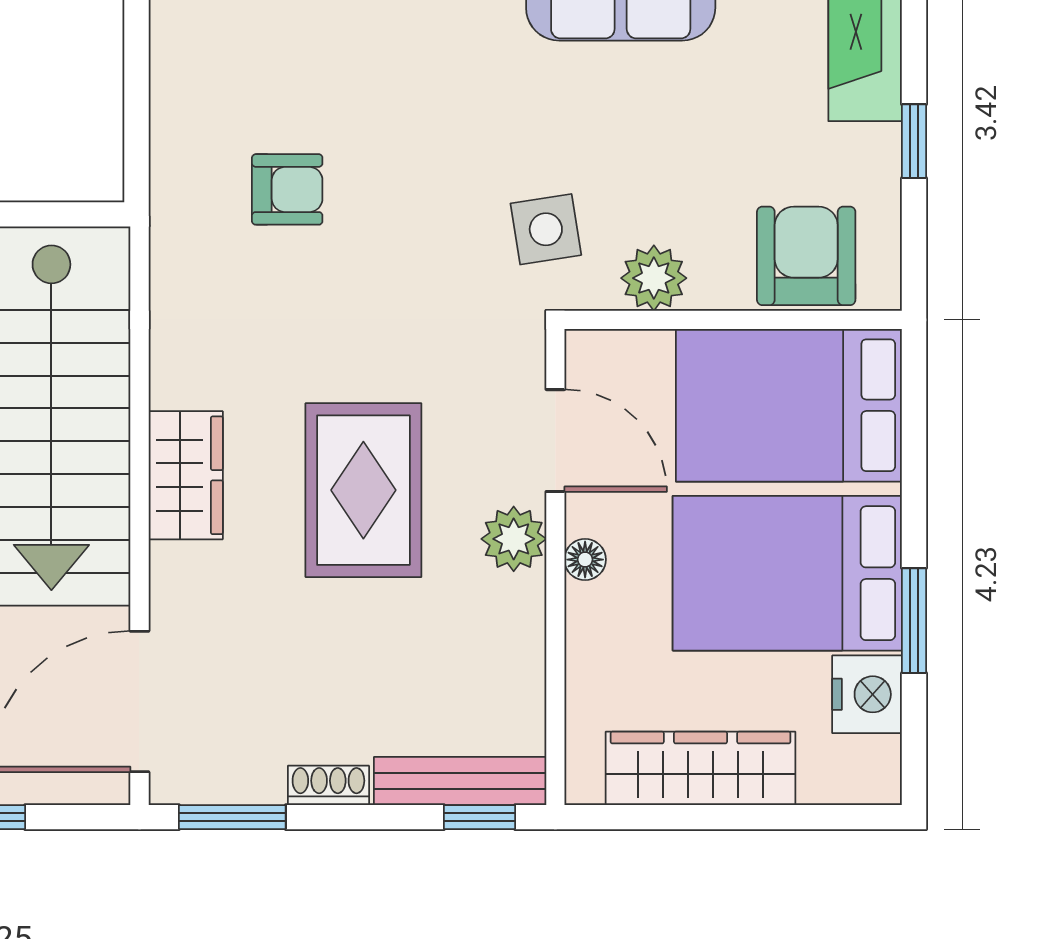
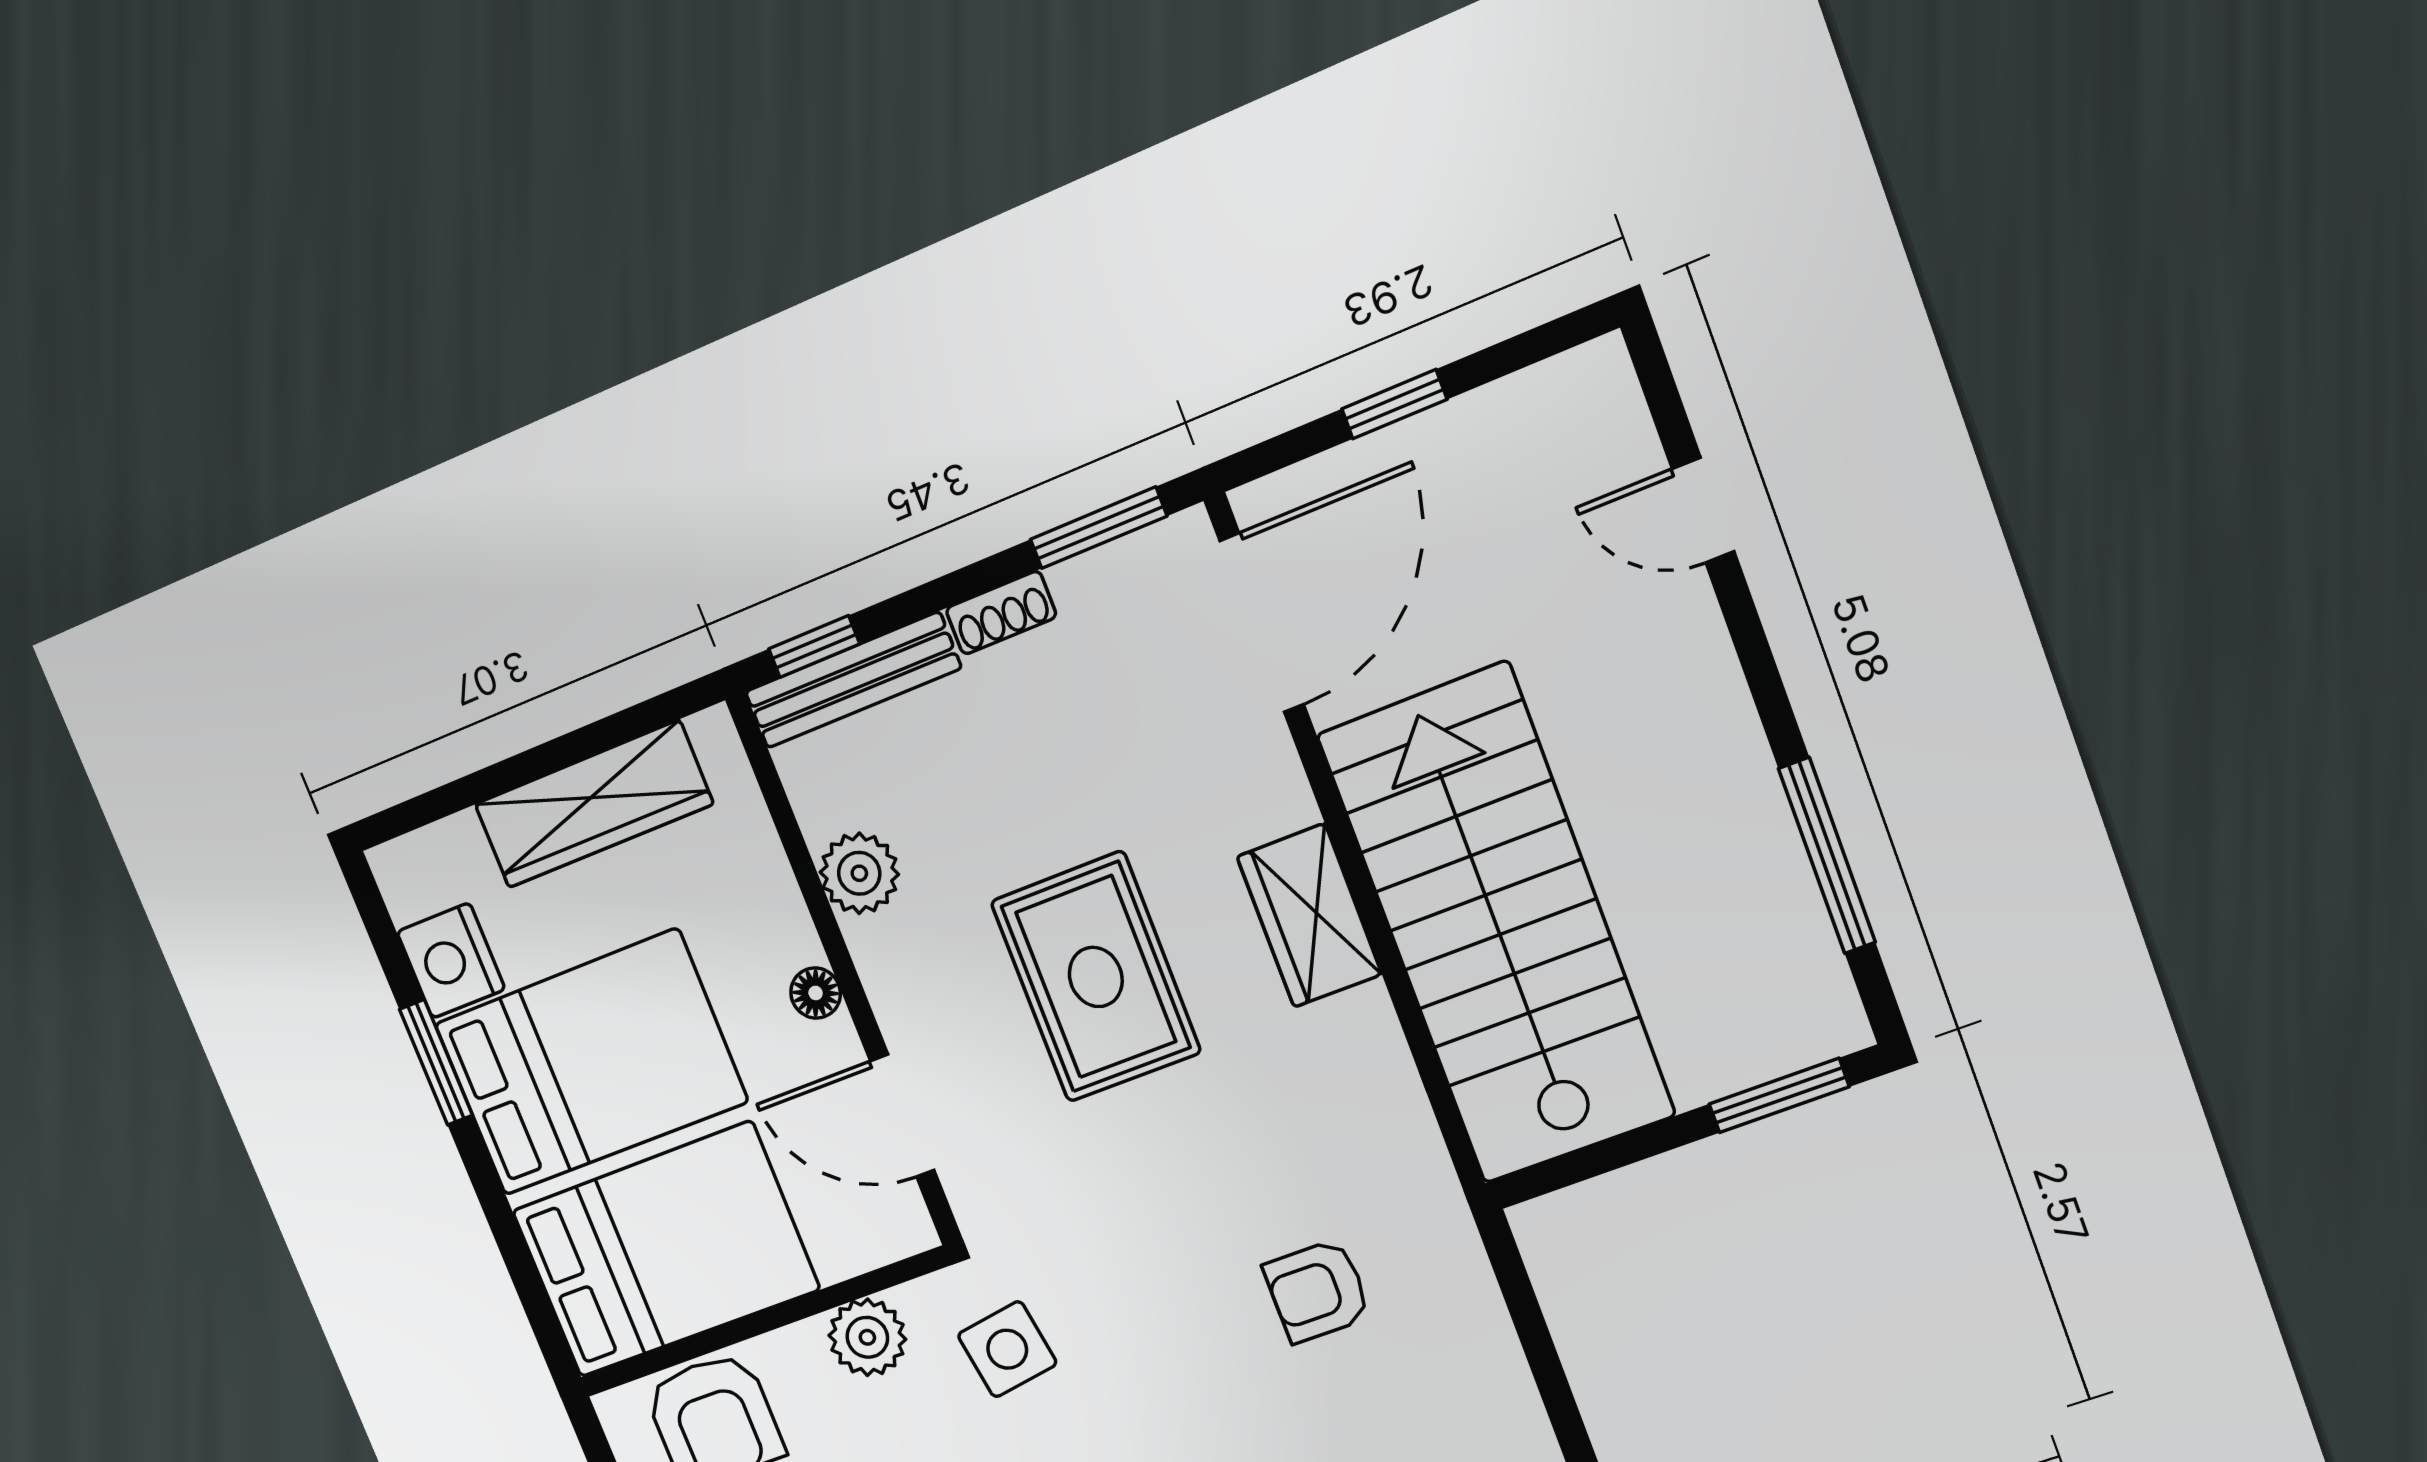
plant: (514, 539) -> (859, 873), moved

